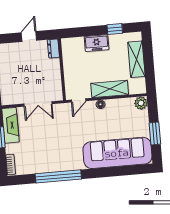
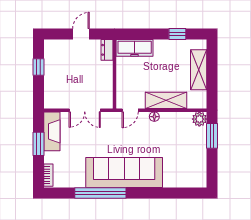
freezer: (97, 43) -> (135, 48), moved, width x1.40
window: (155, 133) -> (212, 136), moved
sofa: (117, 153) -> (124, 172), moved

